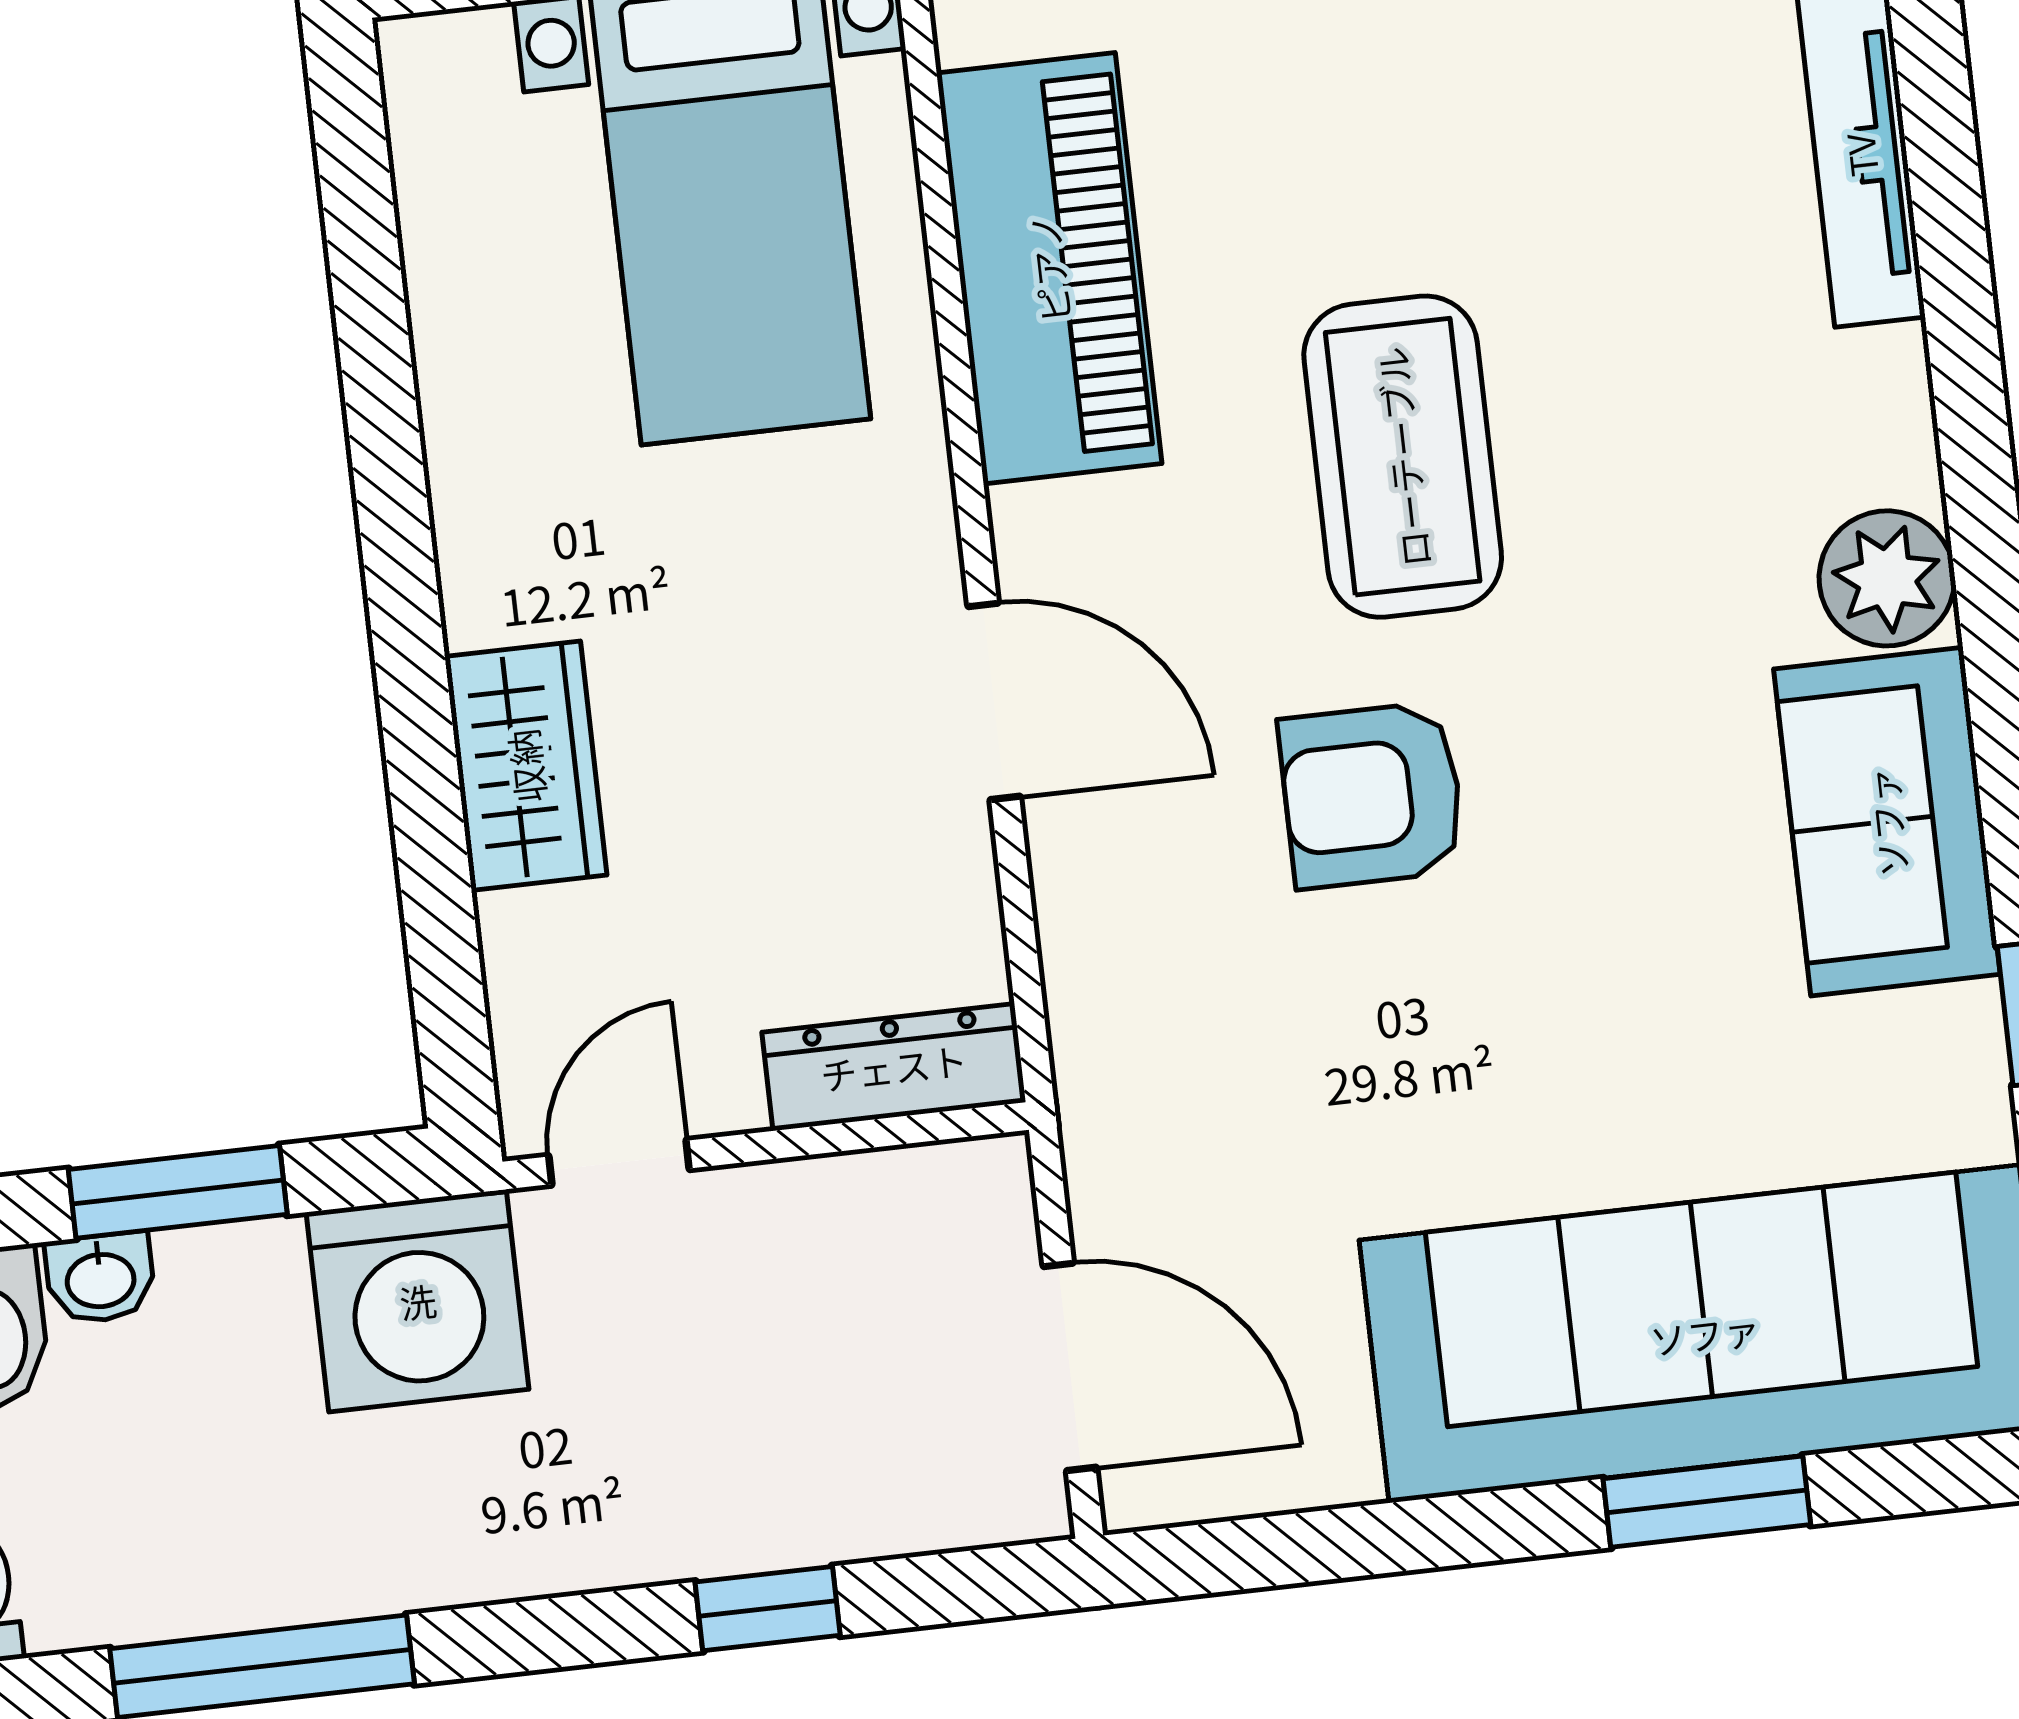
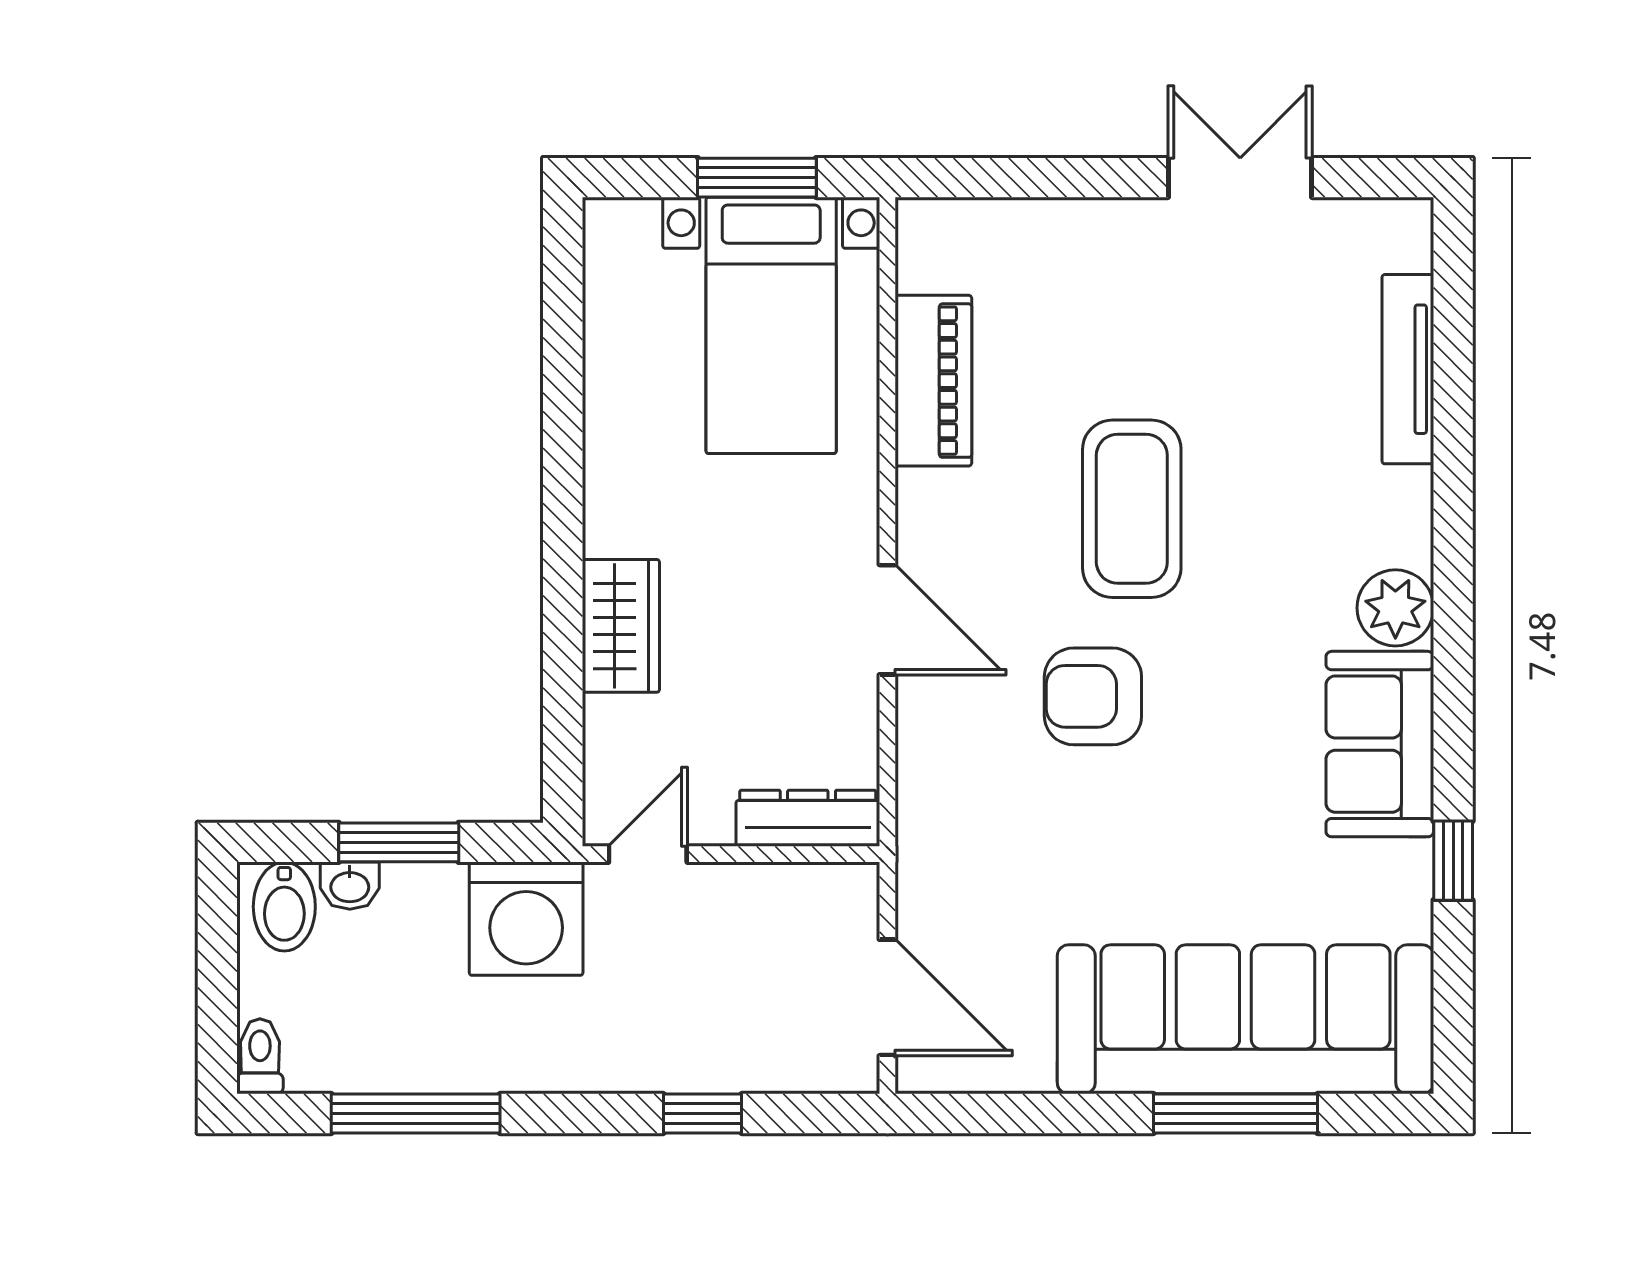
piano: (1049, 268) -> (933, 381), width x0.73, depth x0.75
window: (1707, 1502) -> (1236, 1114), width x1.44

